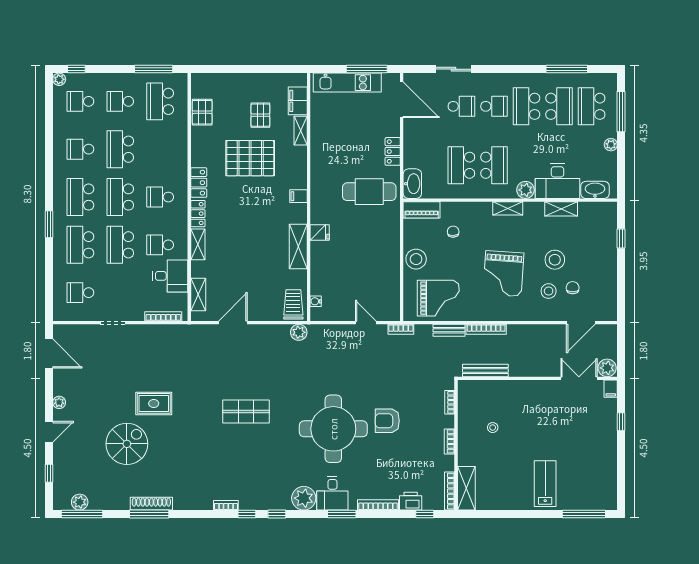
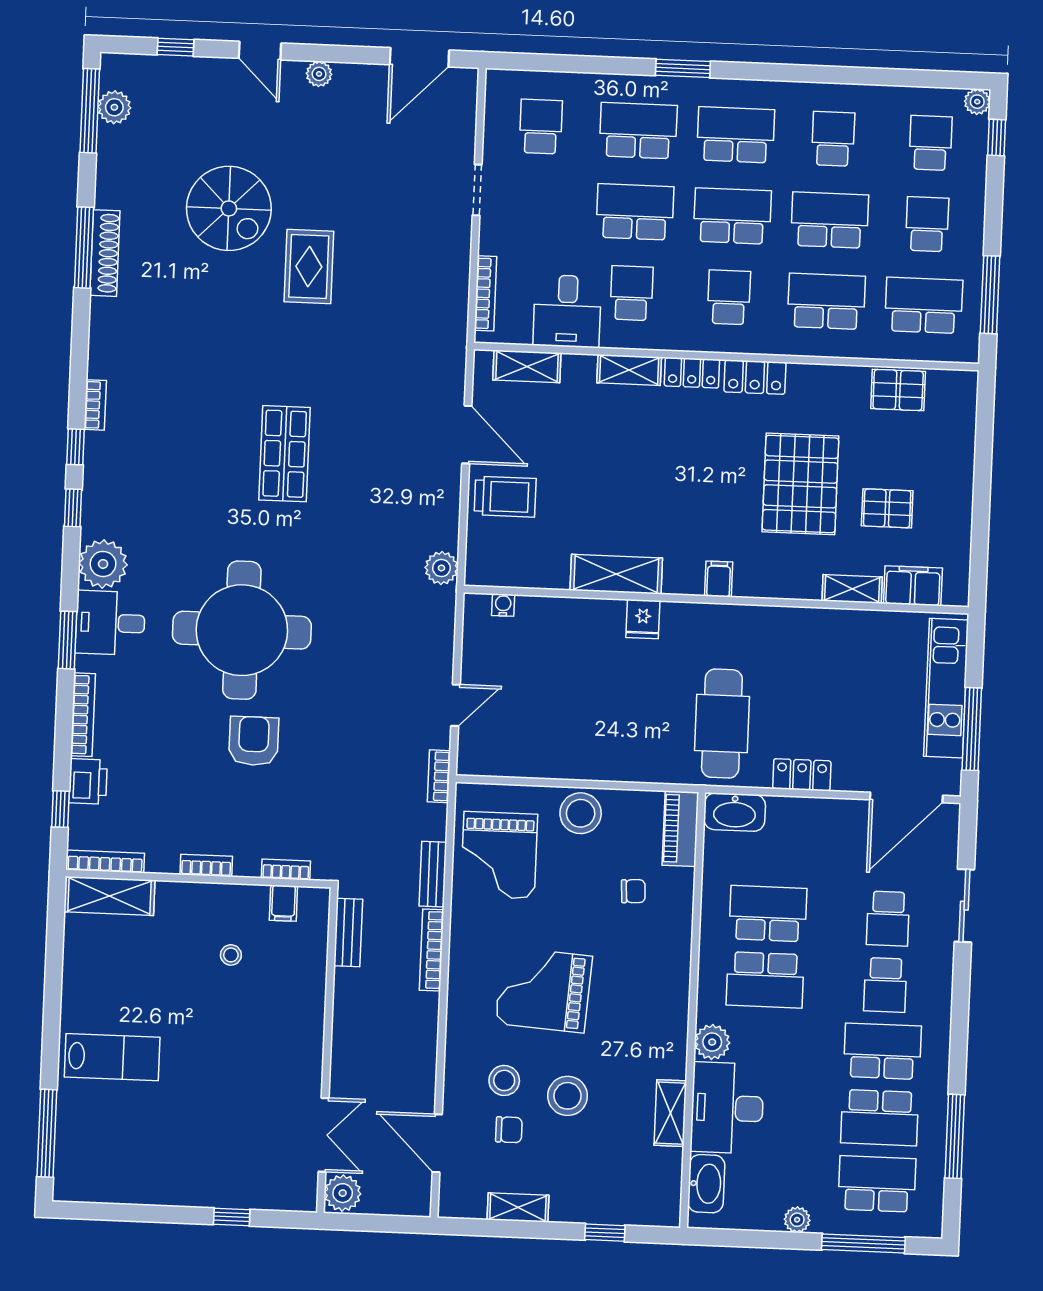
school desk: (160, 149) -> (826, 301), added
shelving: (508, 208) -> (518, 1207), moved, turned 90
trolley: (293, 304) -> (505, 497), moved
bench: (485, 371) -> (348, 933), width x0.73
filing cabinet: (611, 389) -> (283, 903), moved, turned -90

